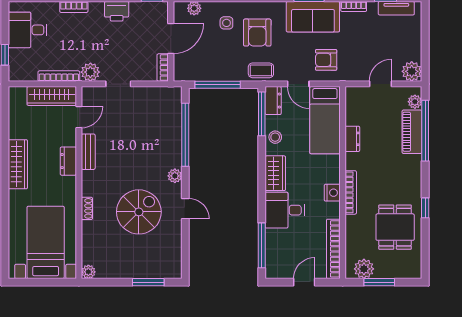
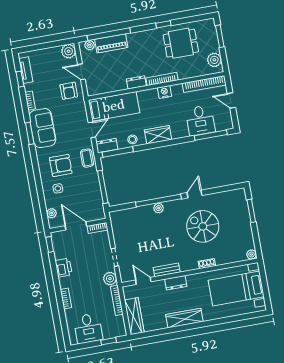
armchair: (326, 60) -> (69, 91), moved
wardrobe: (52, 96) -> (134, 316), moved
window: (185, 135) -> (158, 201), moved
dresser: (352, 139) -> (136, 82), moved
plant: (175, 176) -> (159, 208), moved
desk: (285, 210) -> (200, 120), moved
window: (379, 282) -> (220, 36), moved

